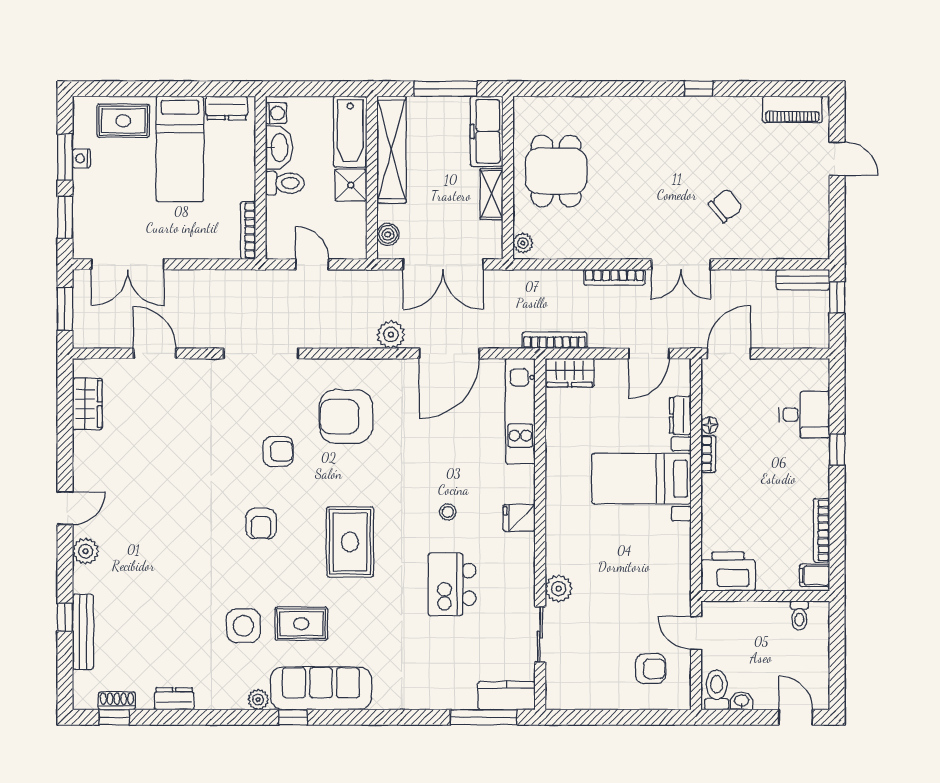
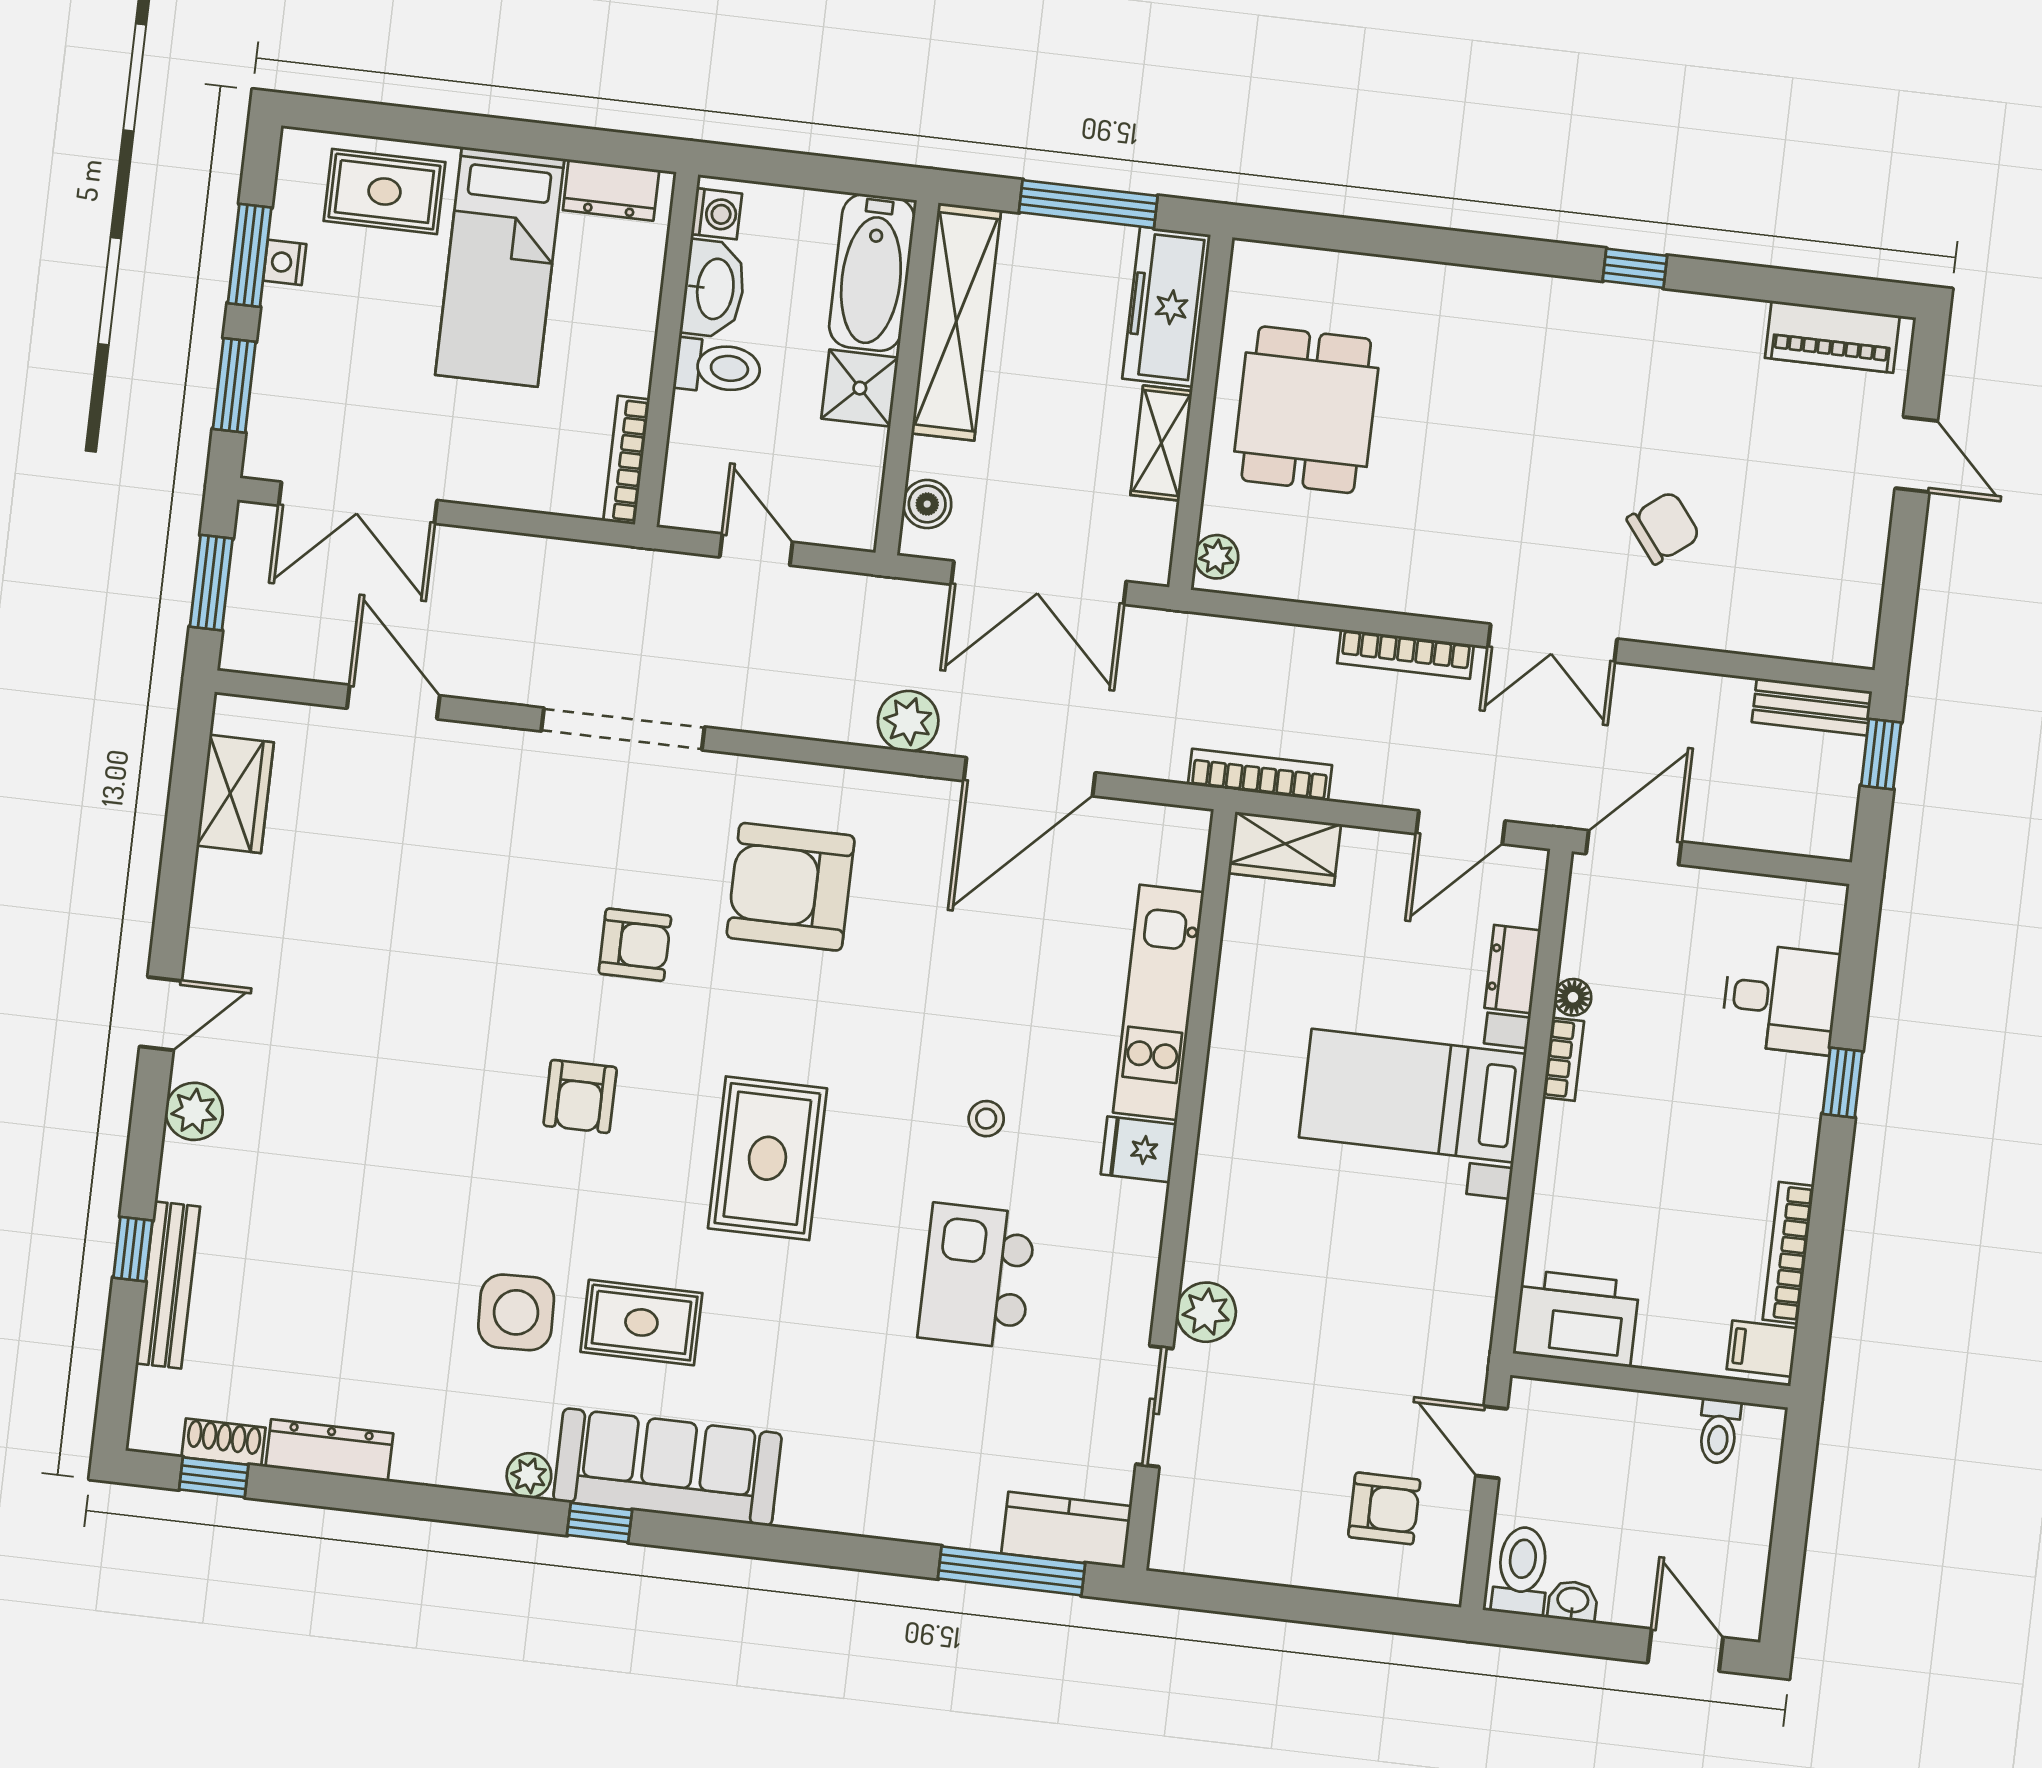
kitchen unit: (520, 411) -> (1158, 1002), moved
dresser: (174, 699) -> (329, 1450), width x1.44

